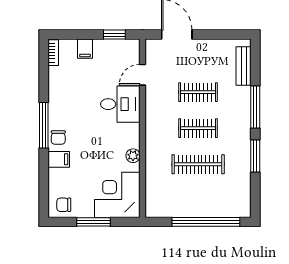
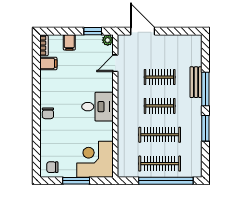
bench: (244, 66) -> (196, 82), moved
desk: (120, 104) -> (98, 107), moved
window: (44, 125) -> (36, 104), removed
plant: (133, 156) -> (108, 40), moved
filing cabinet: (59, 159) -> (48, 63), moved
clothes rail: (198, 200) -> (160, 164), added

